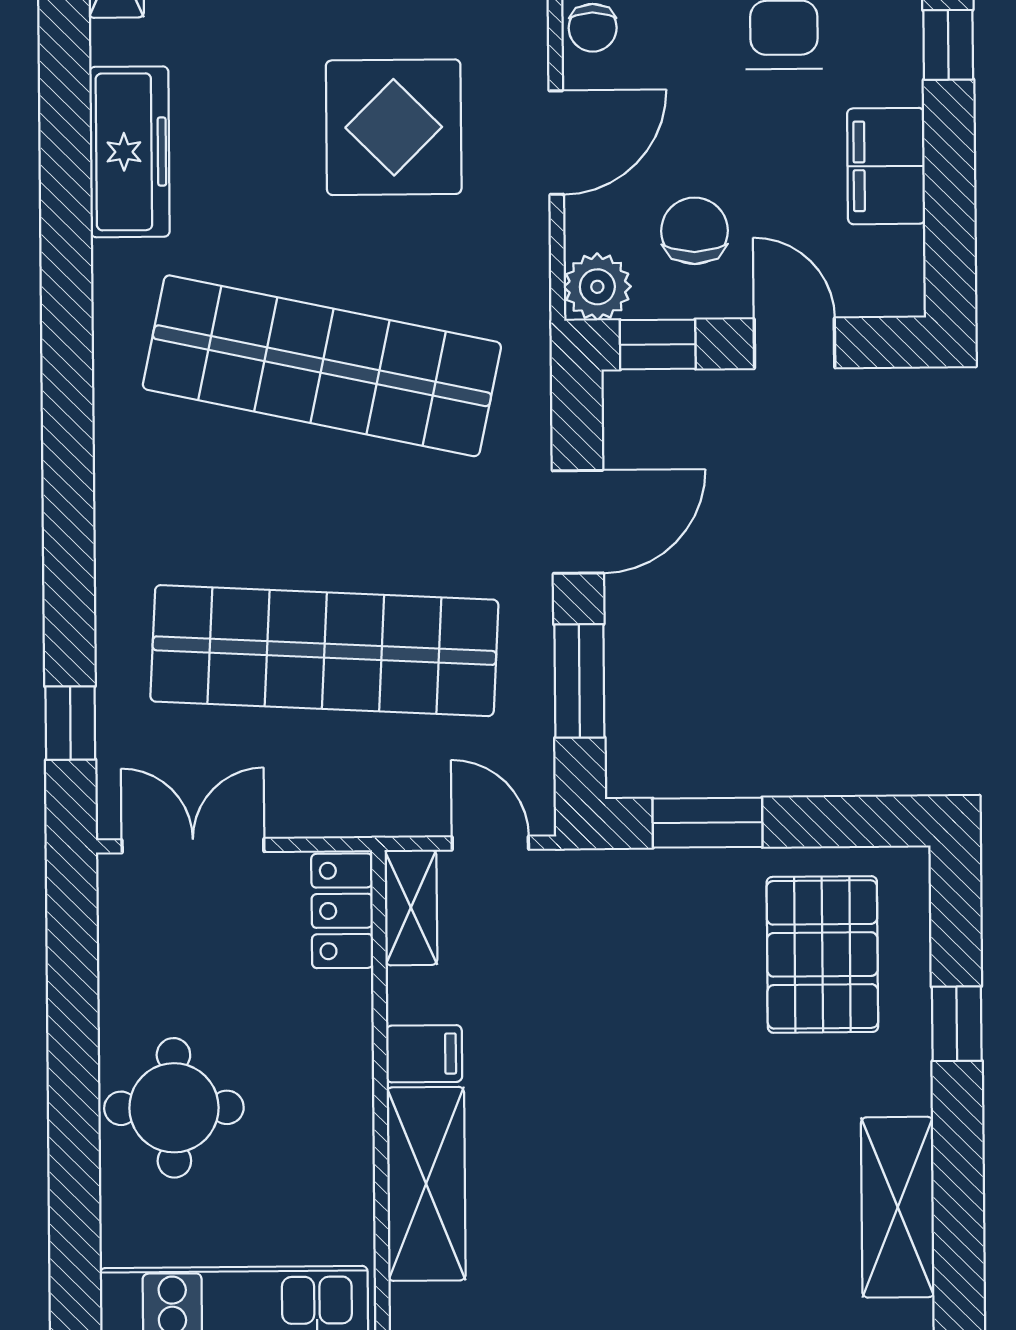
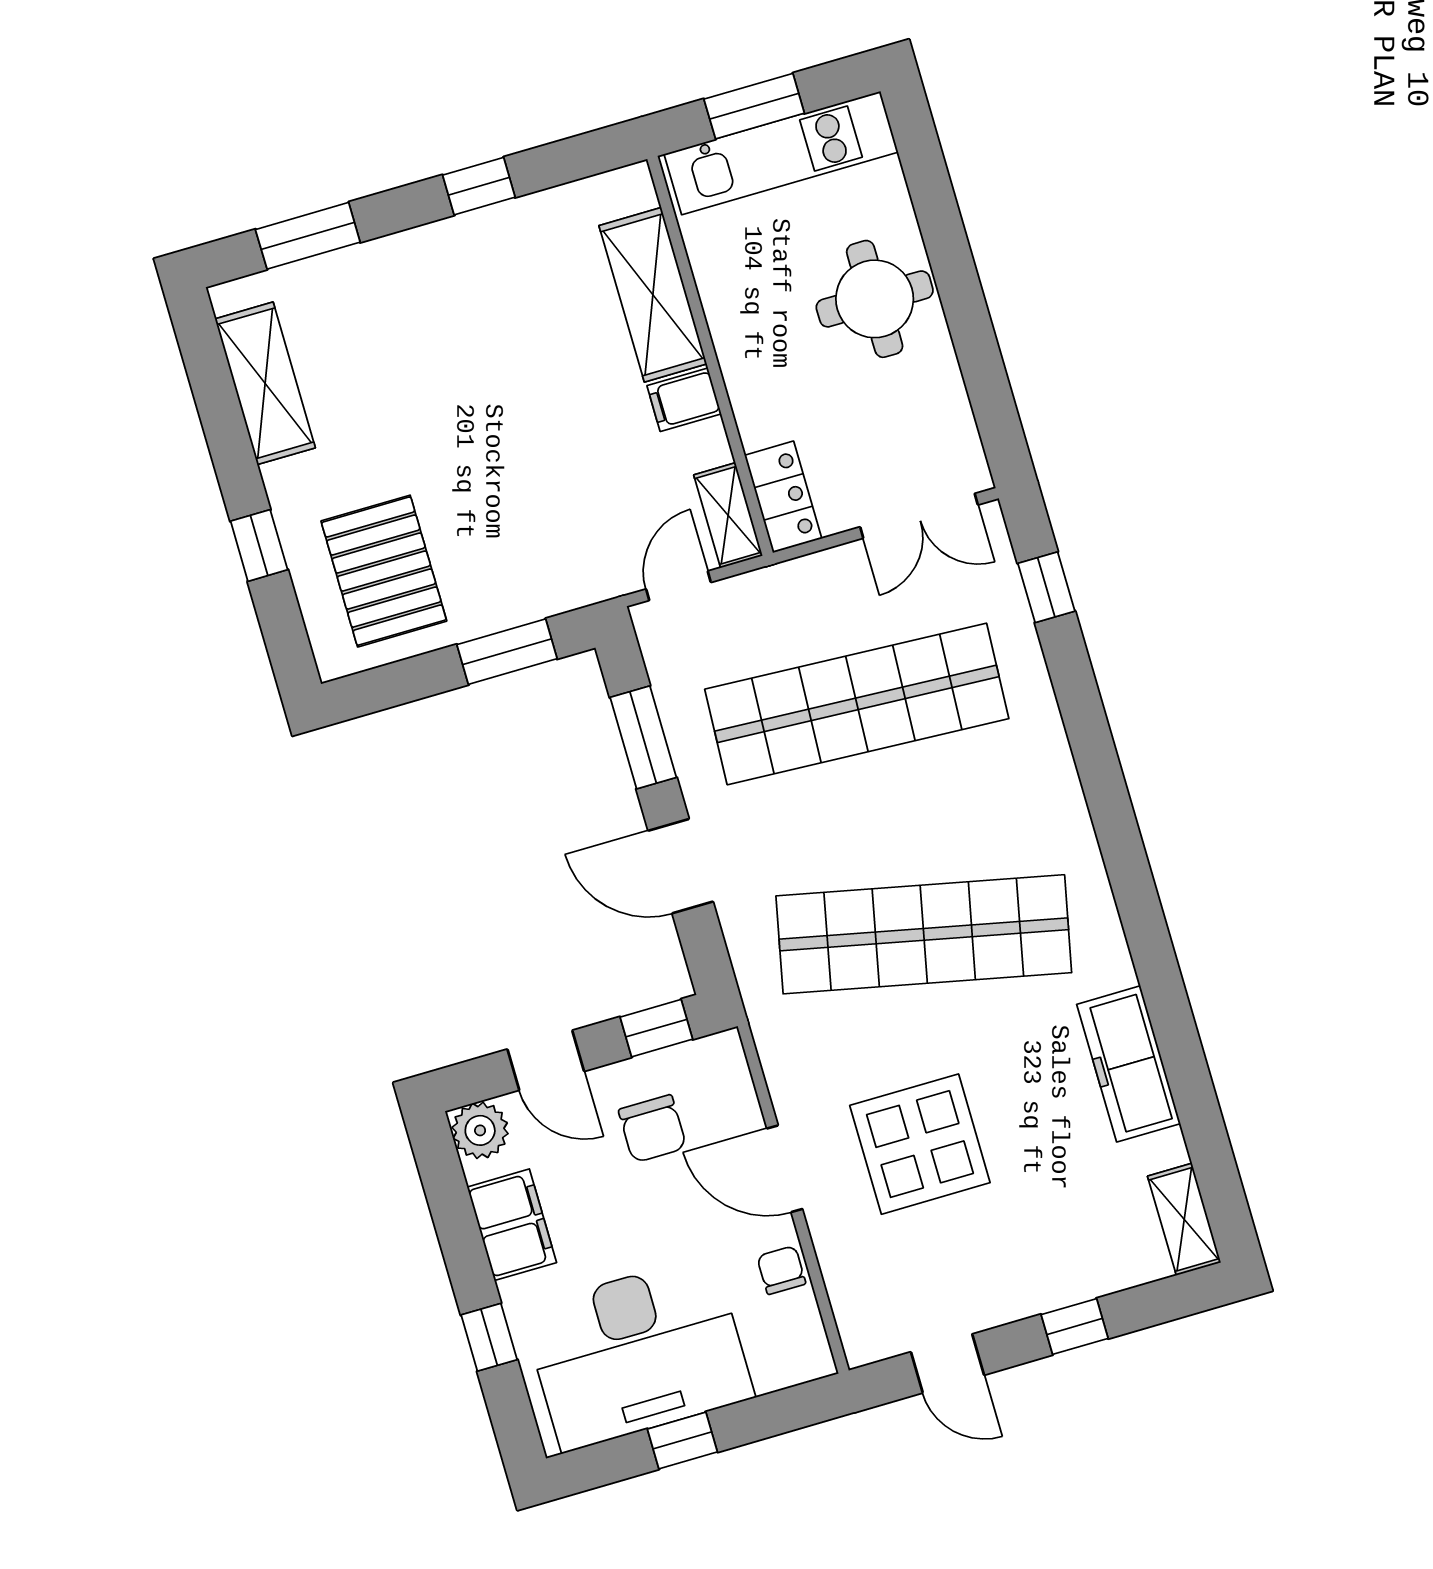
door: (556, 143) -> (785, 1169), hinge flipped
plant: (597, 287) -> (480, 1130), moved
door: (578, 522) -> (681, 866), hinge flipped
door: (490, 843) -> (678, 586), swing flipped

